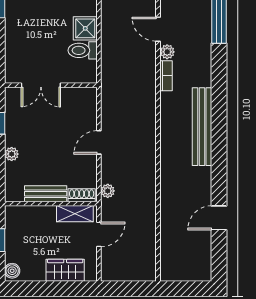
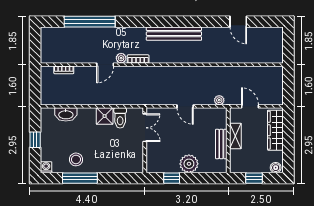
double door: (41, 85) -> (145, 128), moved
plant: (12, 154) -> (189, 164), width x1.87, depth x1.87
shoe rack: (82, 195) -> (222, 119), removed
shelving: (75, 214) -> (235, 136), moved
wardrobe: (65, 270) -> (275, 130), width x1.50

